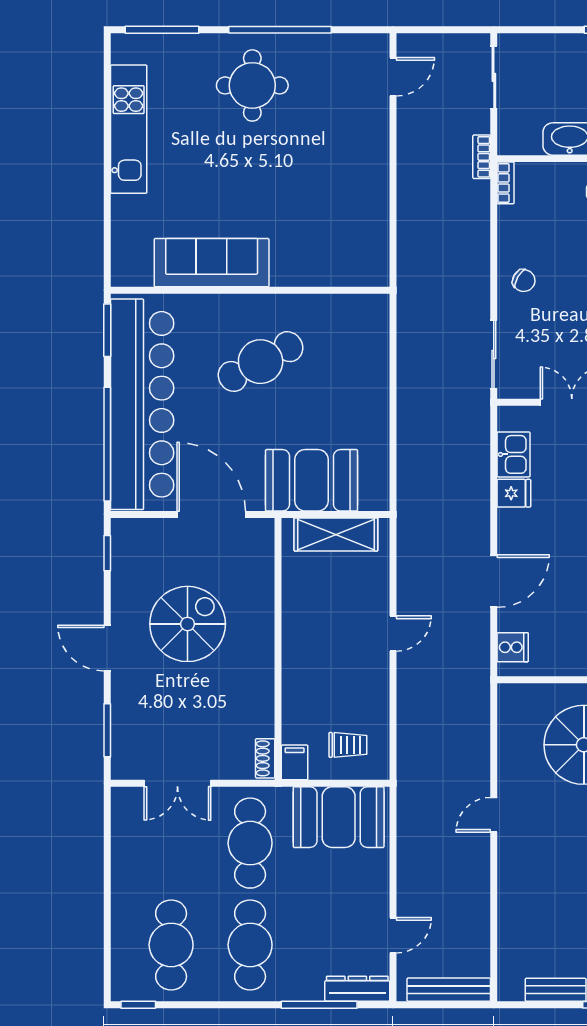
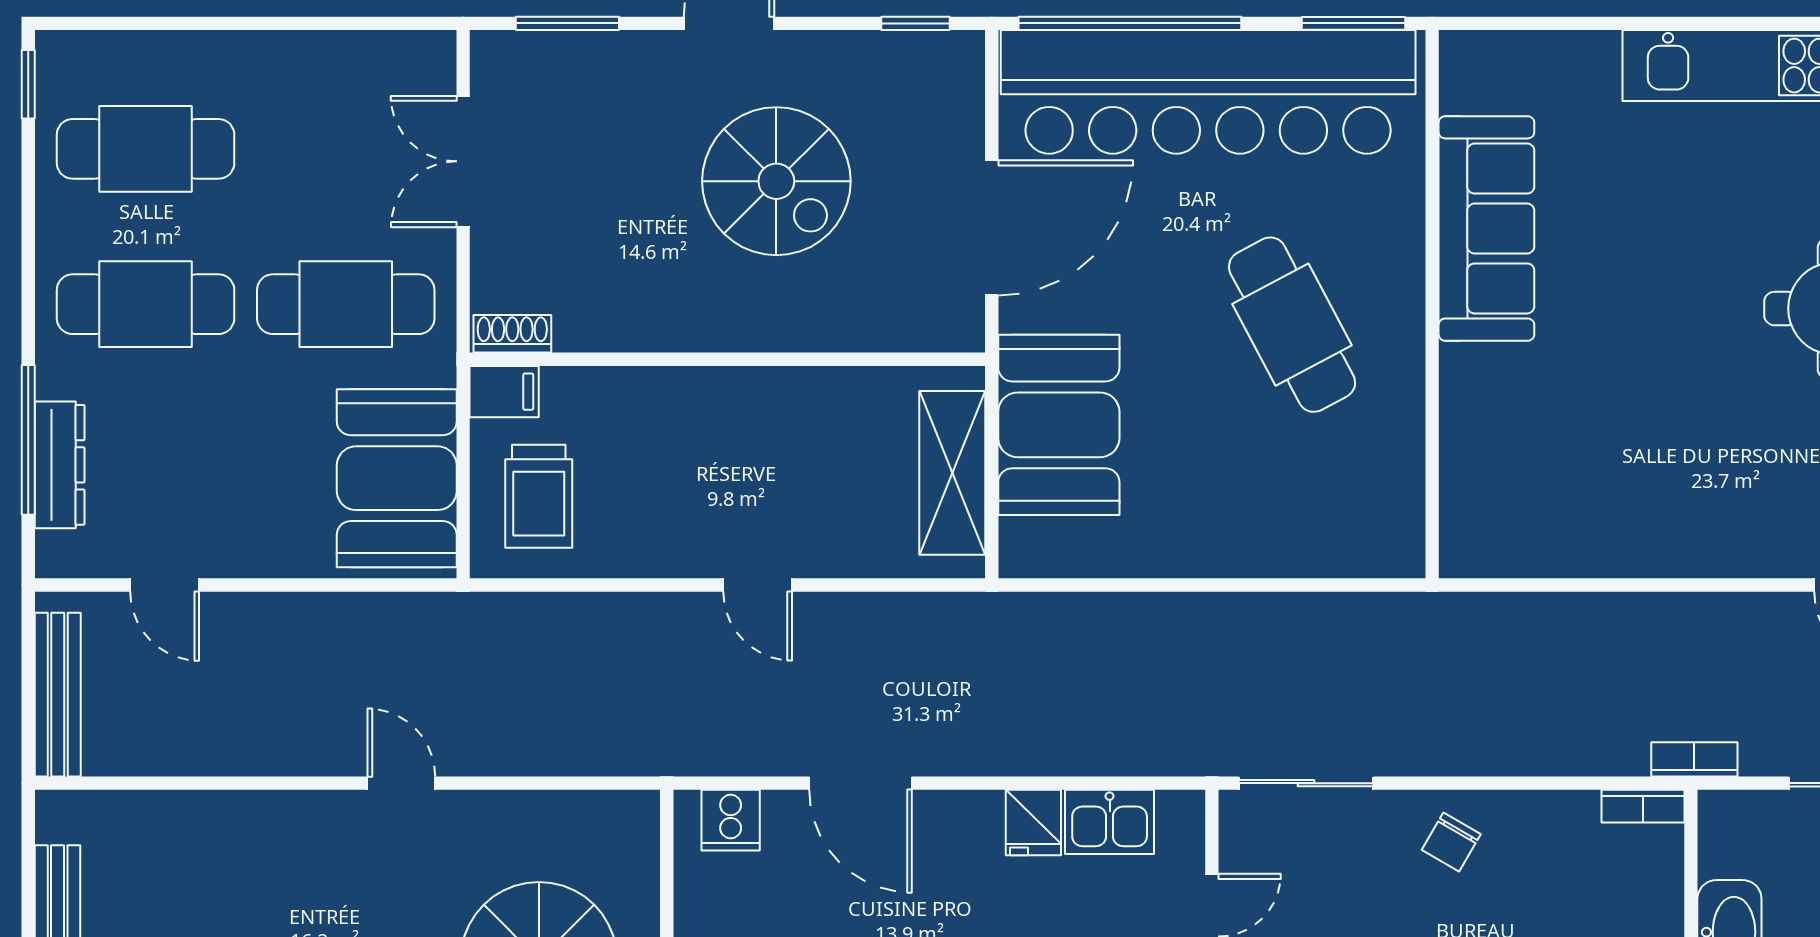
trolley: (348, 745) -> (539, 496), width x1.36, depth x1.39
dresser: (357, 989) -> (60, 465), moved

